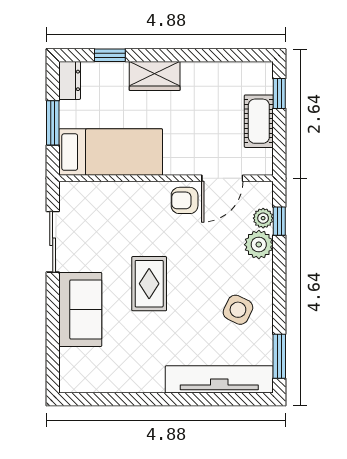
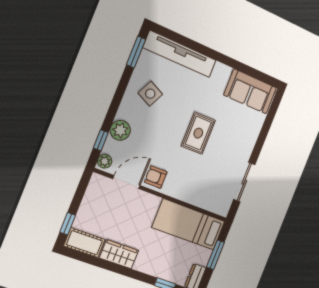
wardrobe: (155, 76) -> (119, 254), moved
cot: (259, 121) -> (84, 243), moved, turned 90
armchair: (185, 200) -> (156, 177), turned 180
plant: (263, 218) -> (105, 161), moved
sofa: (80, 309) -> (250, 91), moved, turned -90

